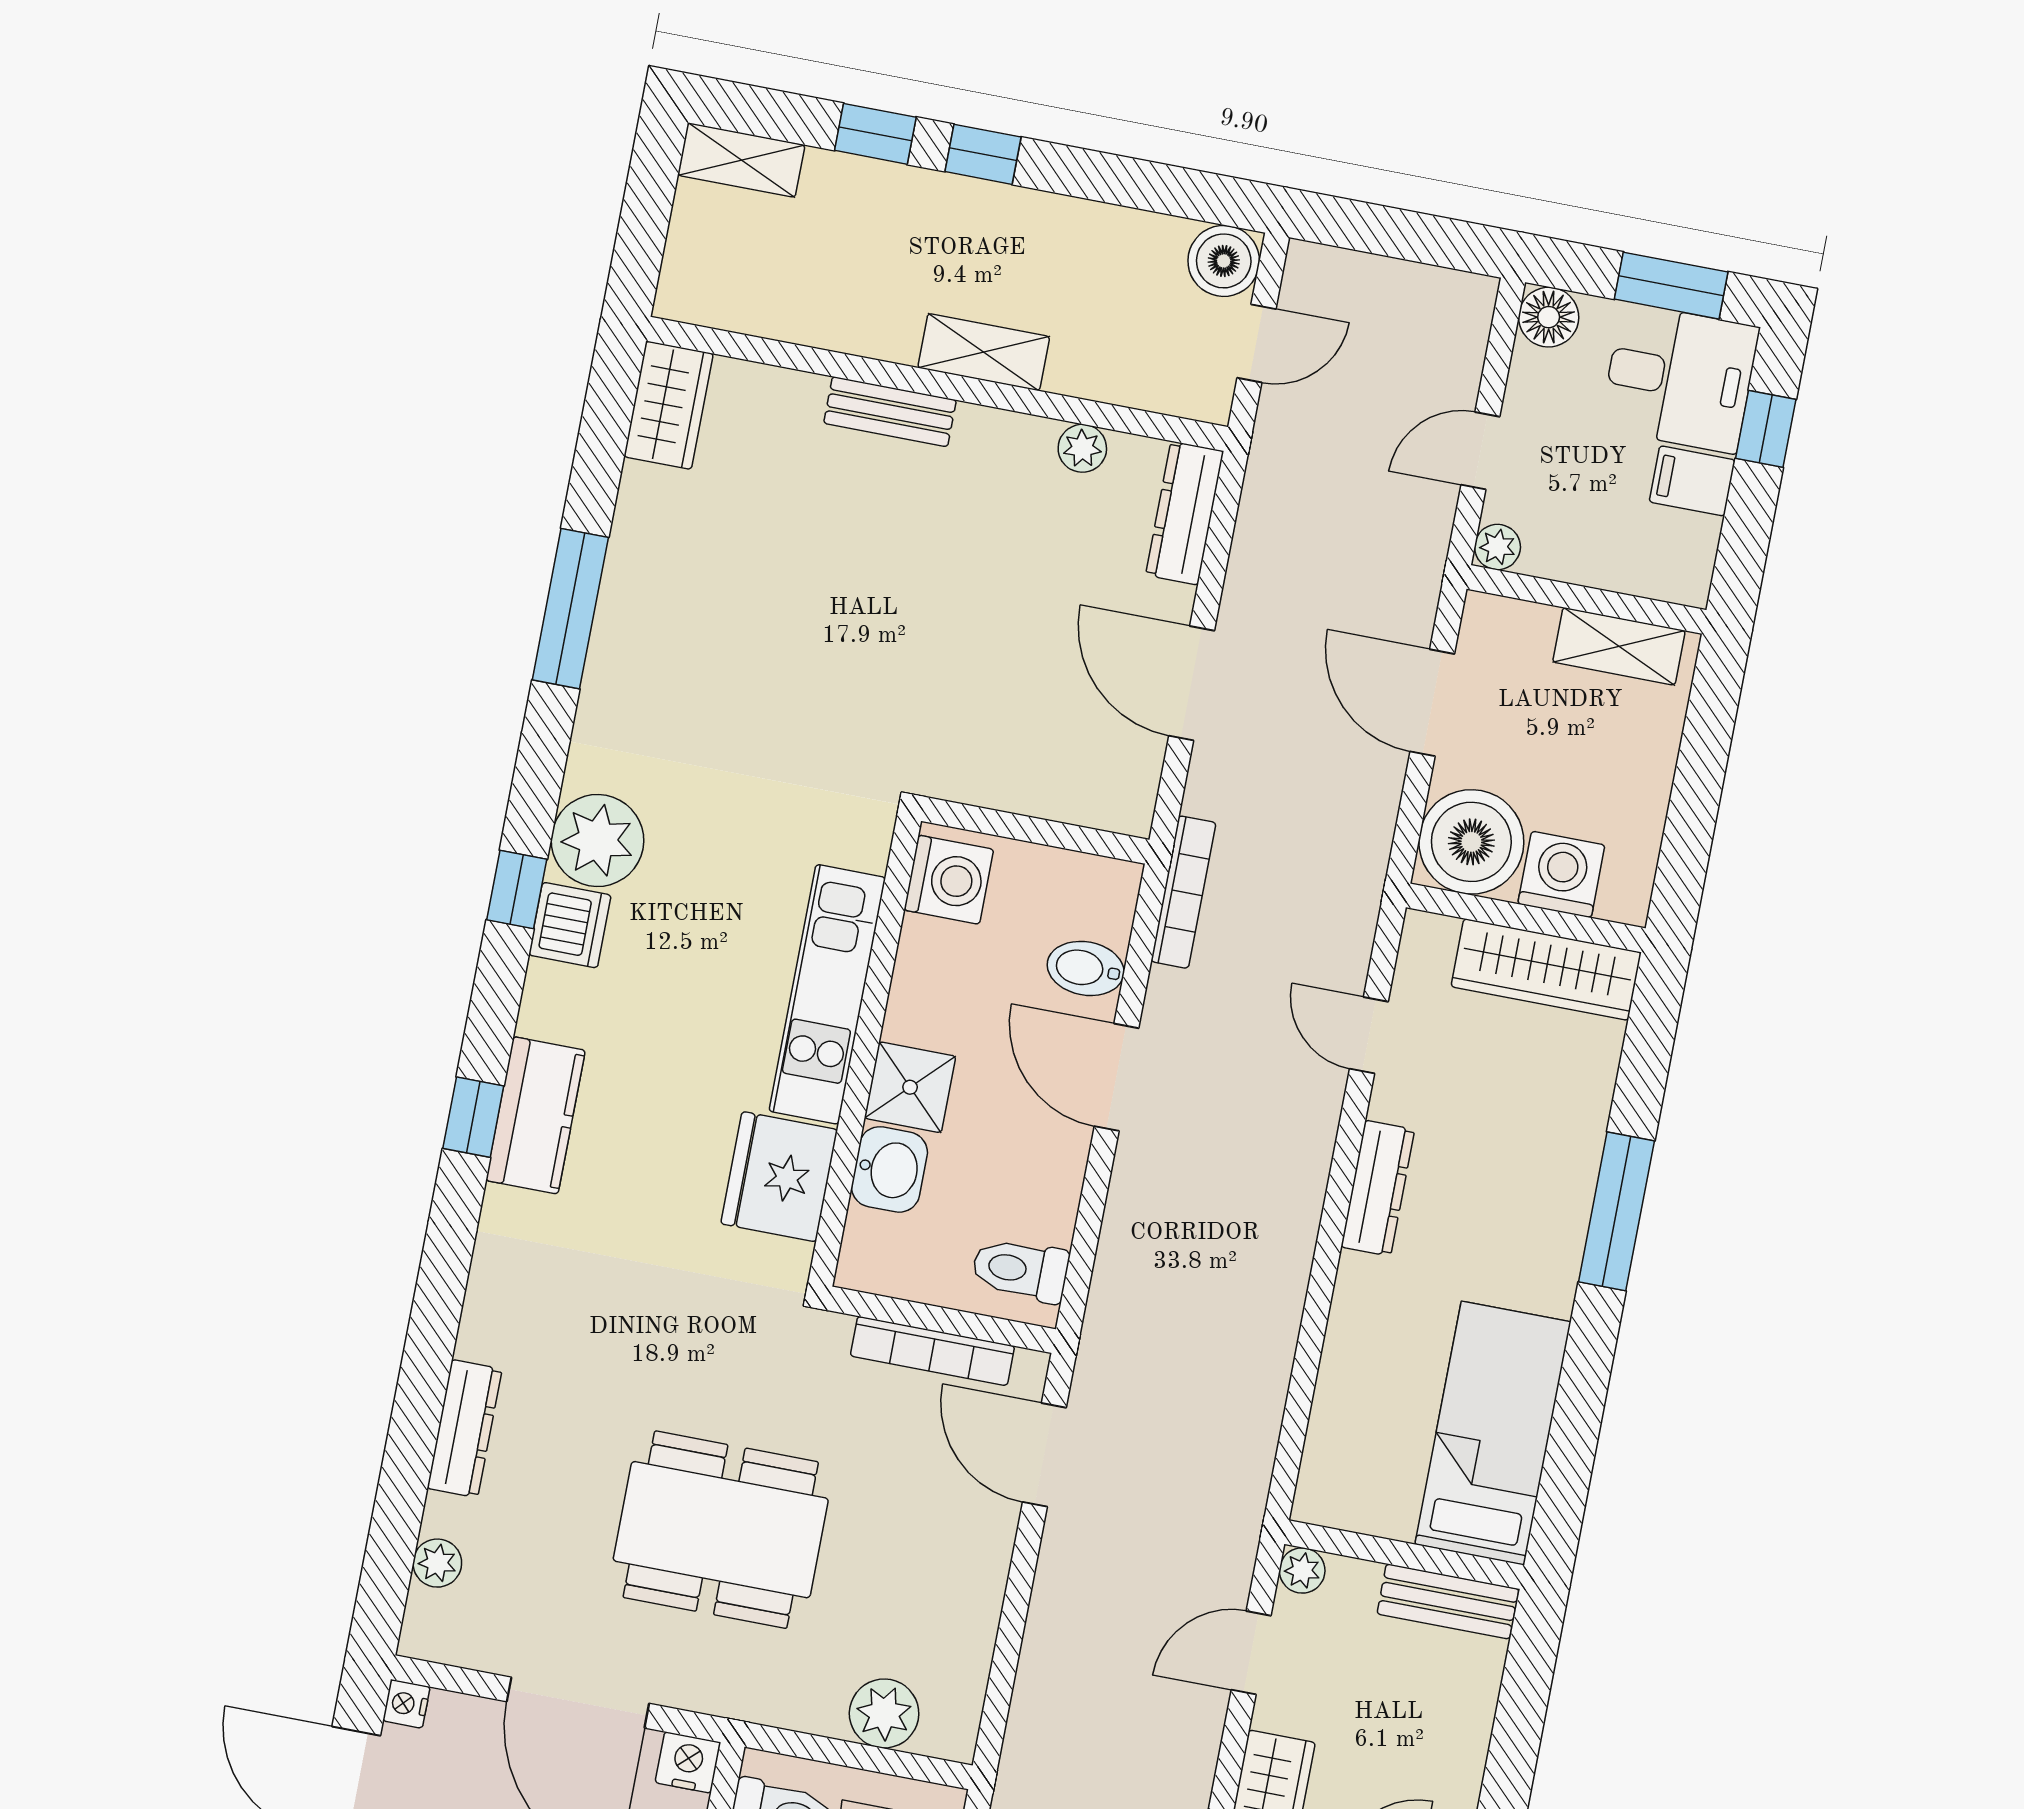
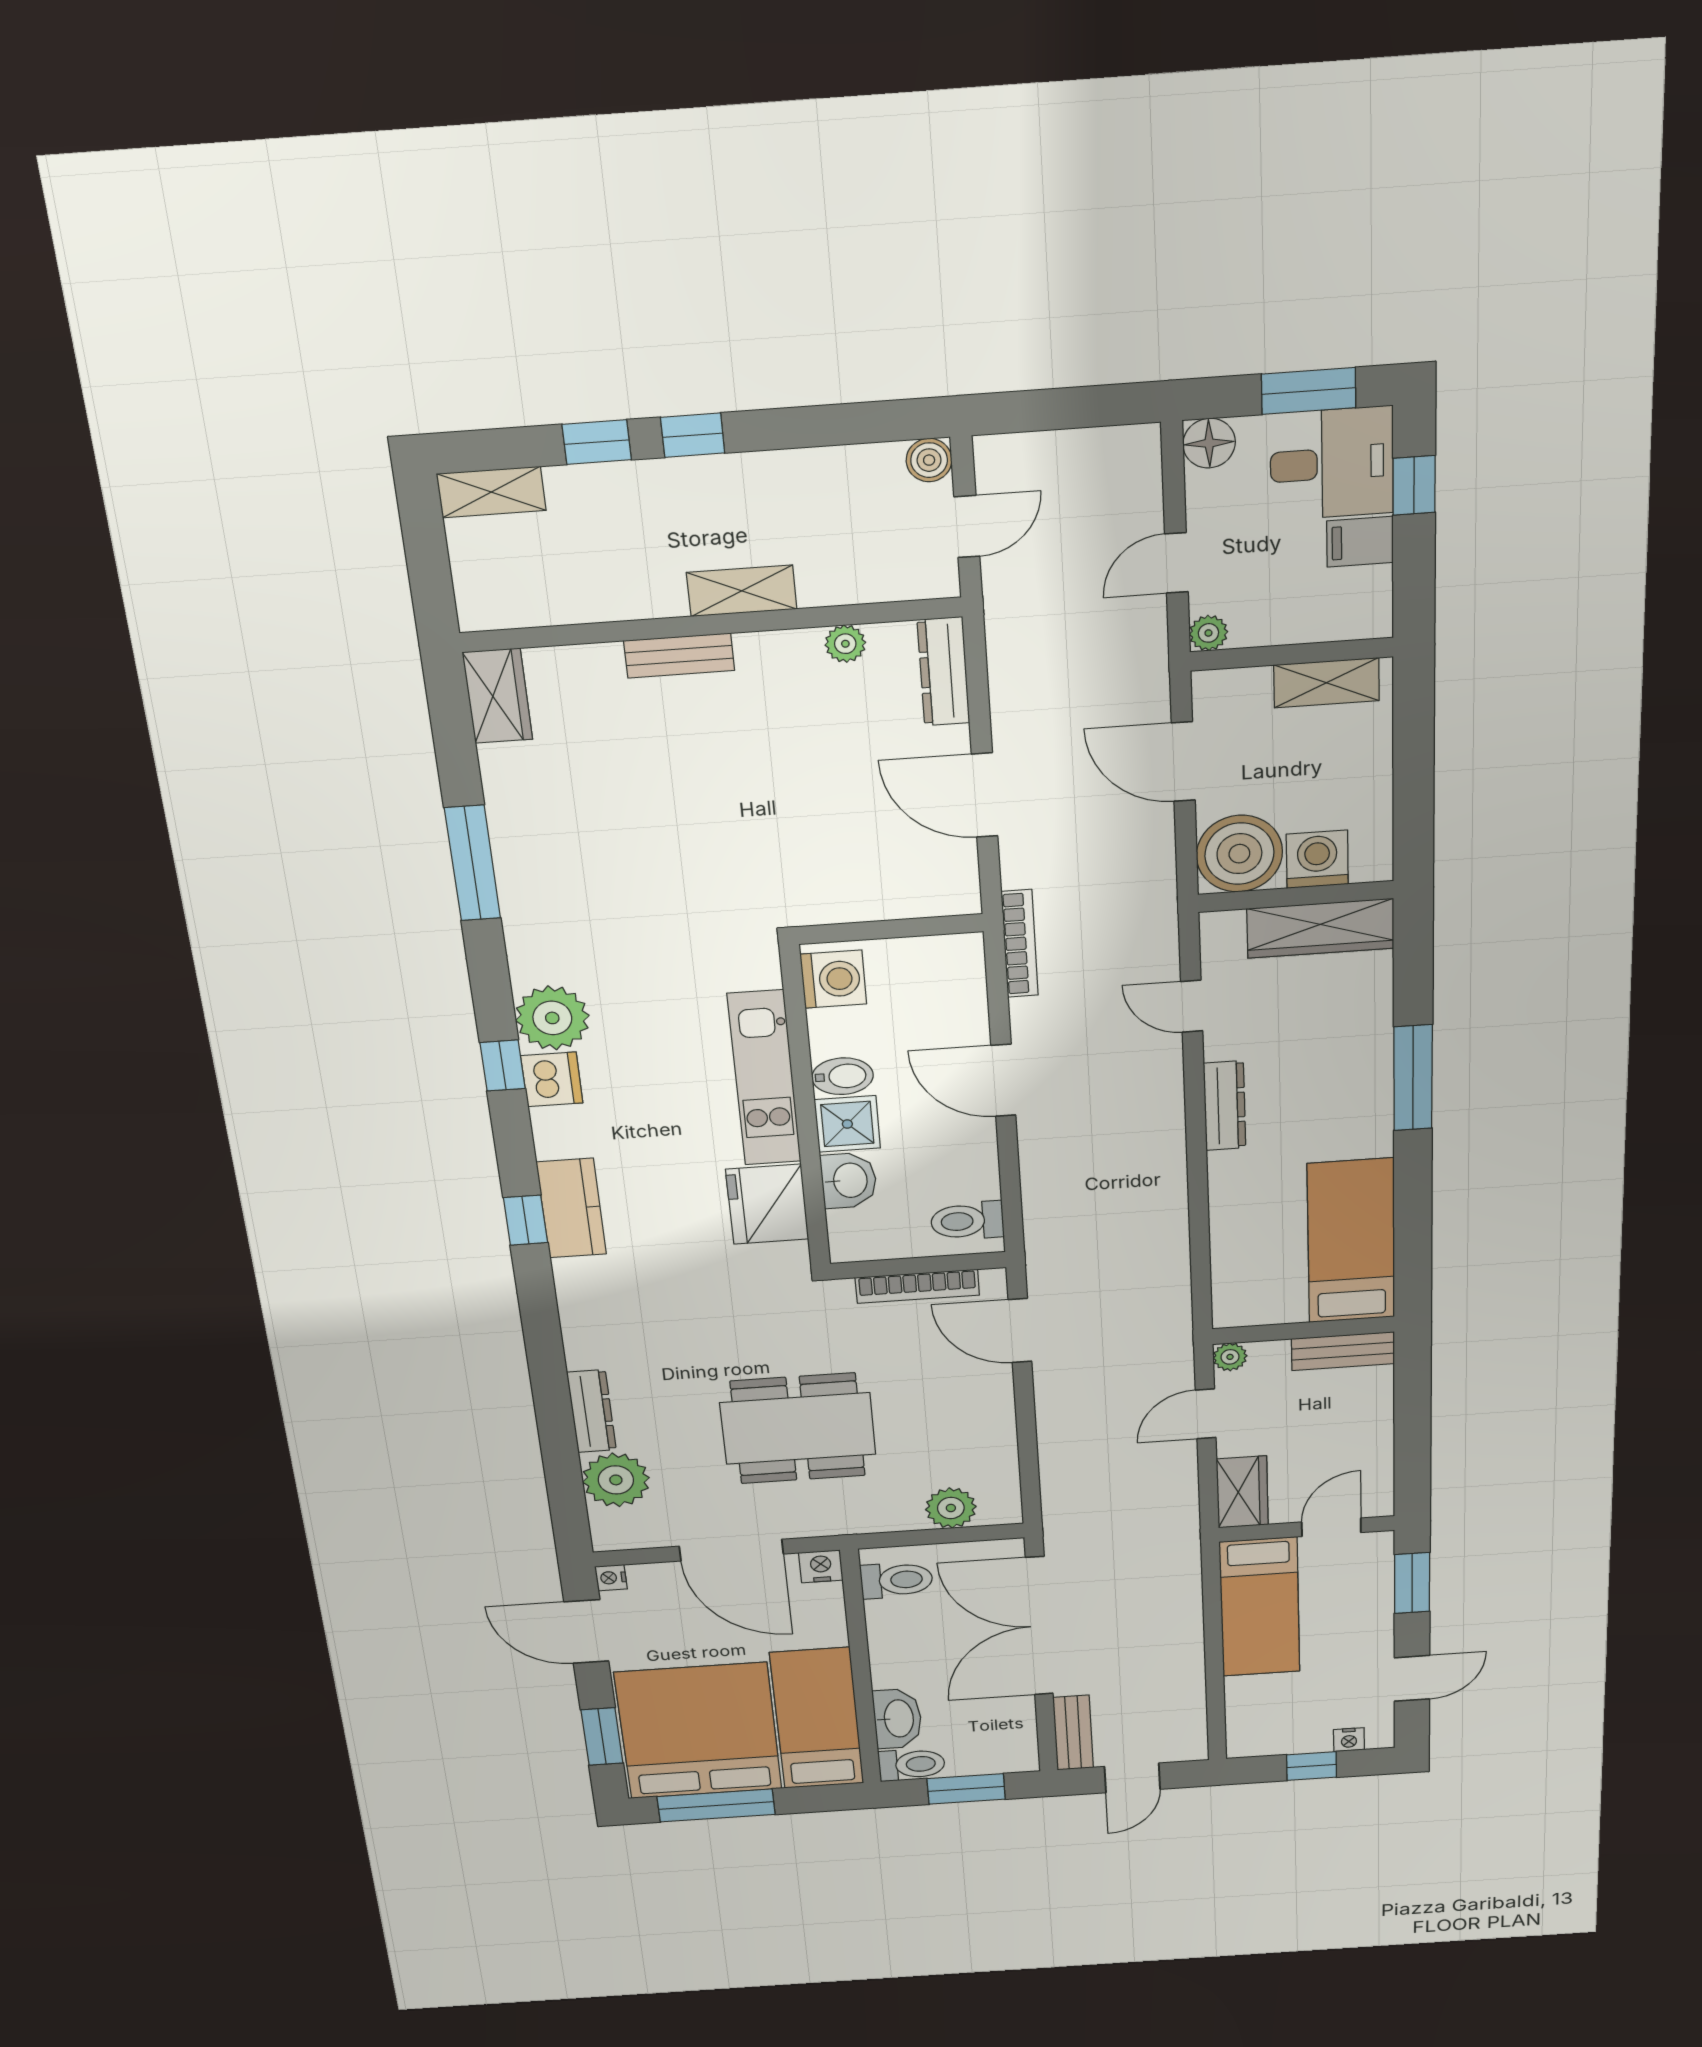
boiler: (1224, 261) -> (929, 460), width x0.73, depth x0.73
bidet: (1086, 968) -> (842, 1076), moved, turned 180
plant: (437, 1563) -> (616, 1480), width x1.88, depth x1.88

